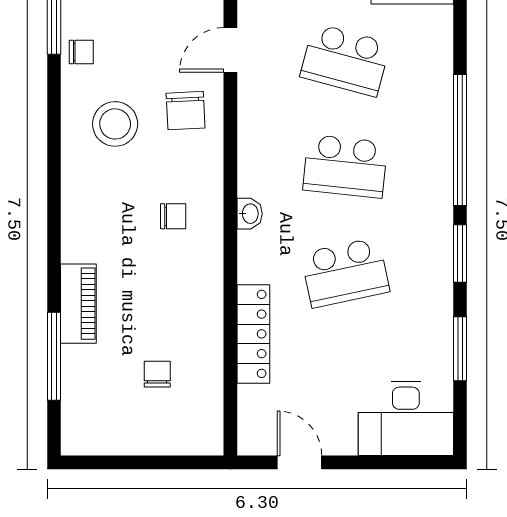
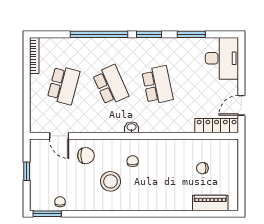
stool: (115, 124) -> (111, 181), moved
school desk: (345, 166) -> (111, 85), turned -30
piano: (78, 304) -> (210, 203), moved
locker: (253, 334) -> (217, 126), moved
window: (54, 356) -> (194, 214), removed

